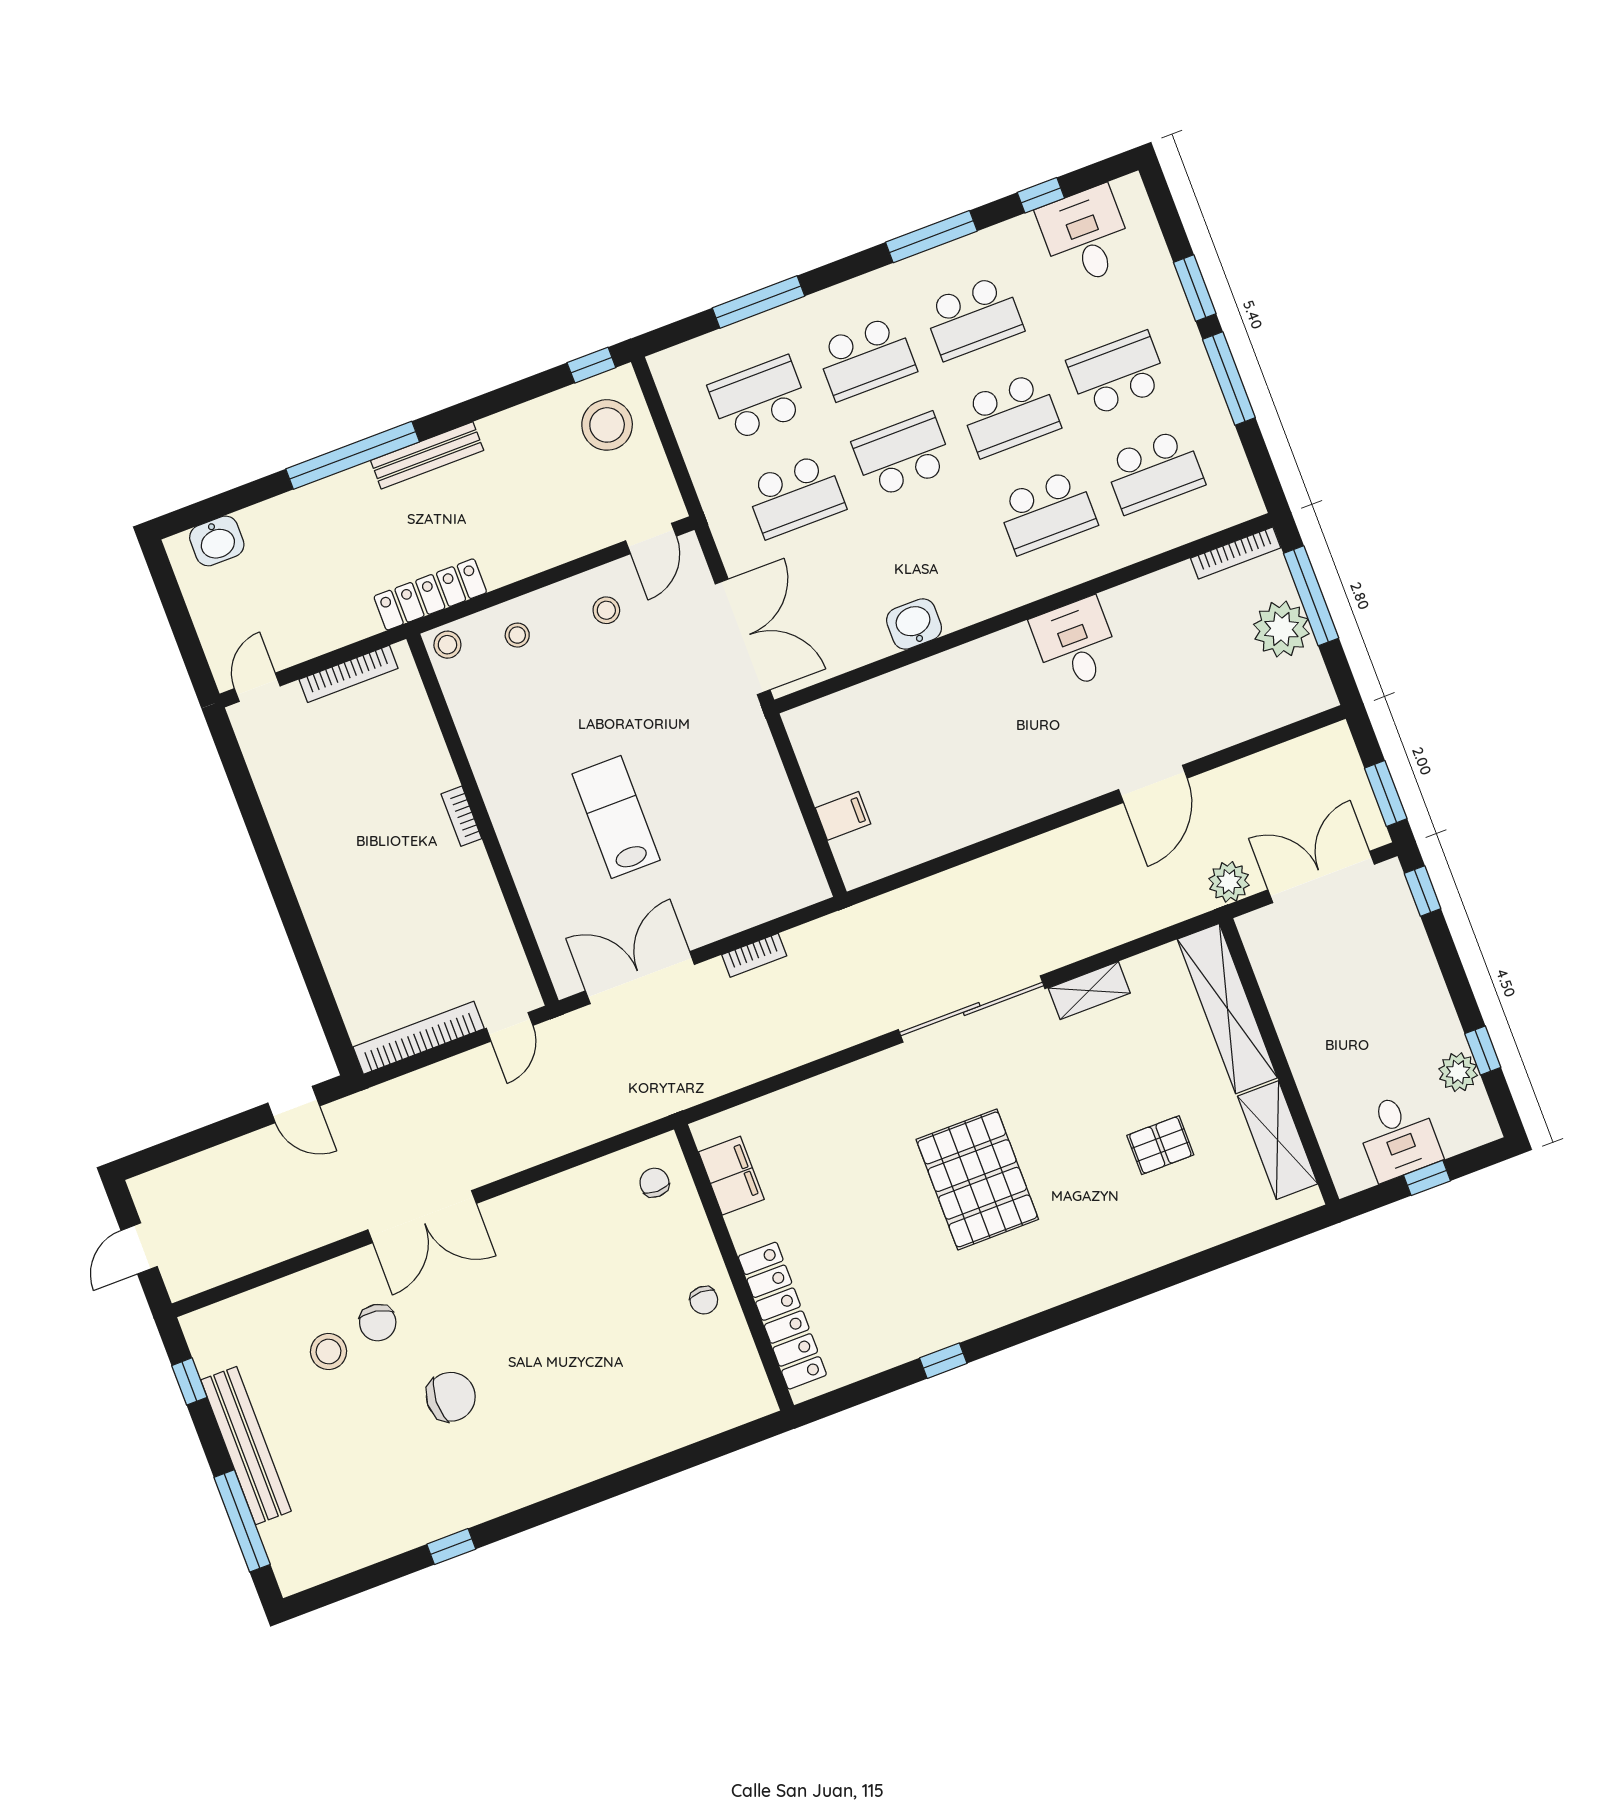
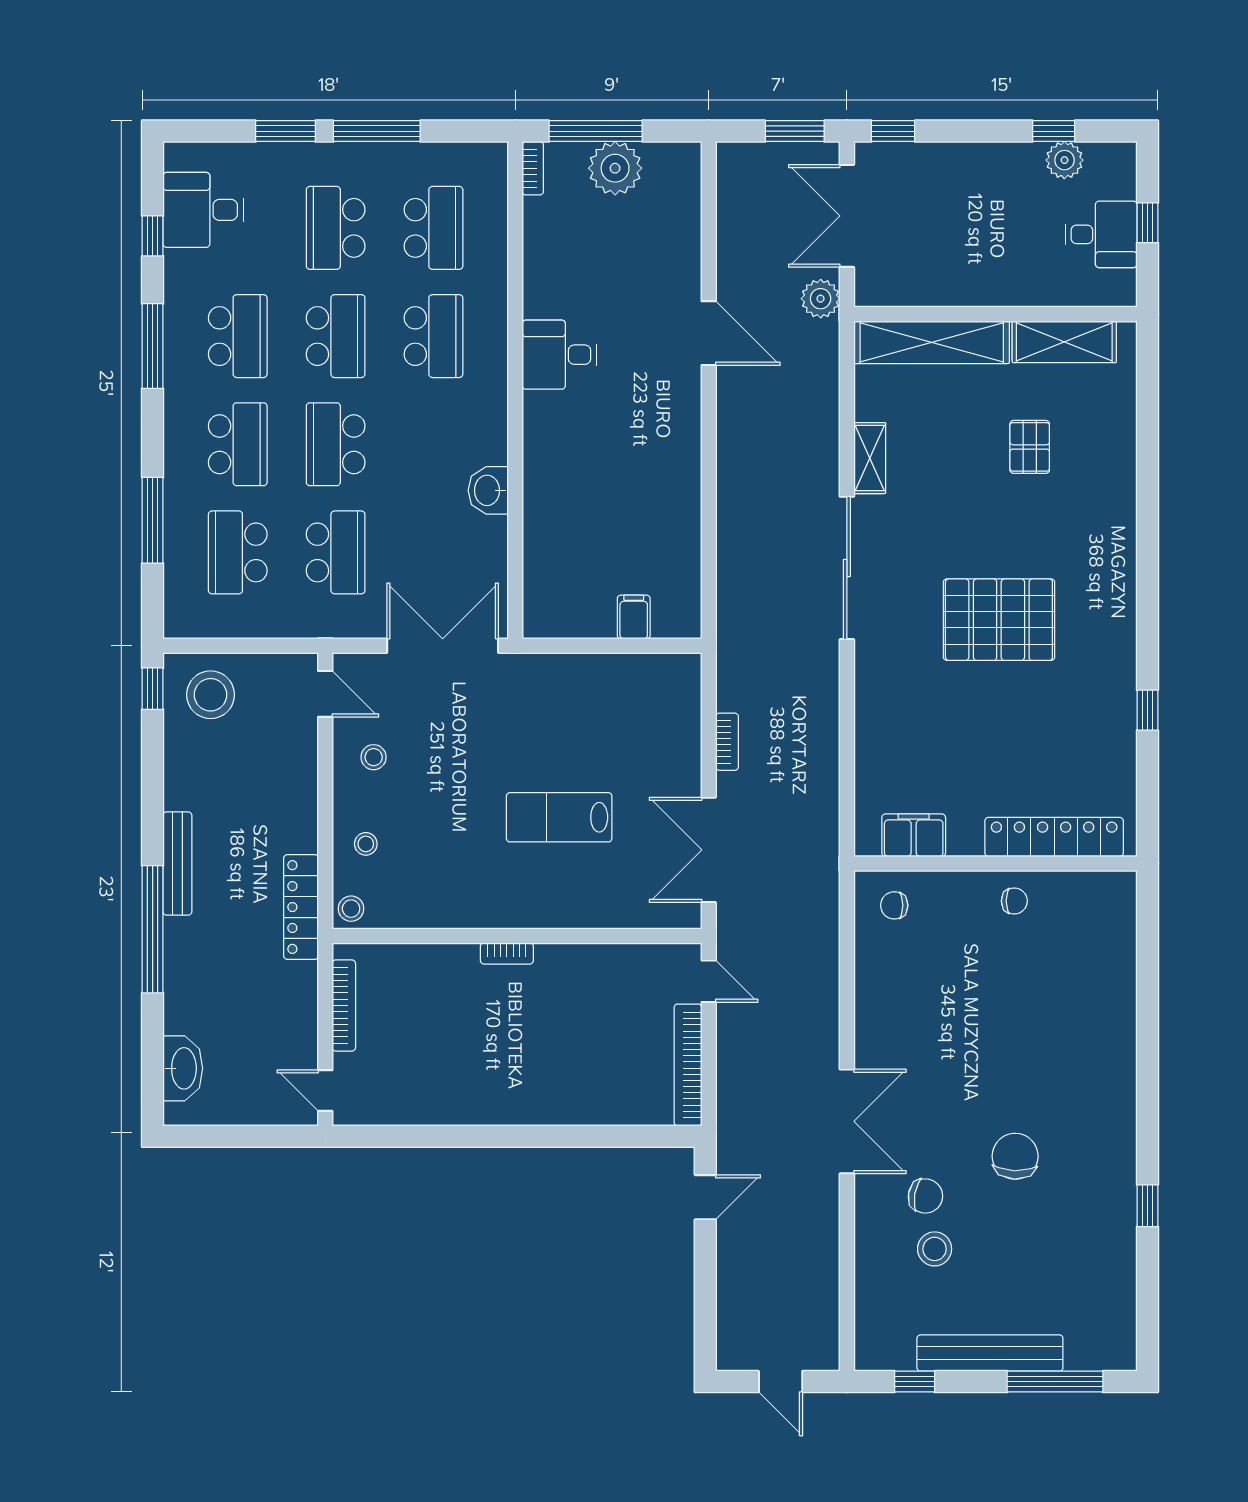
washbasin: (217, 541) -> (183, 1068), width x1.38
bookcase: (1236, 553) -> (533, 168), width x0.64

